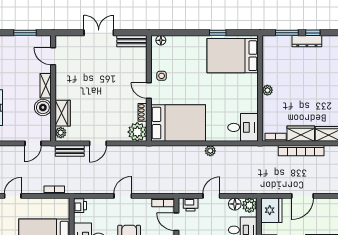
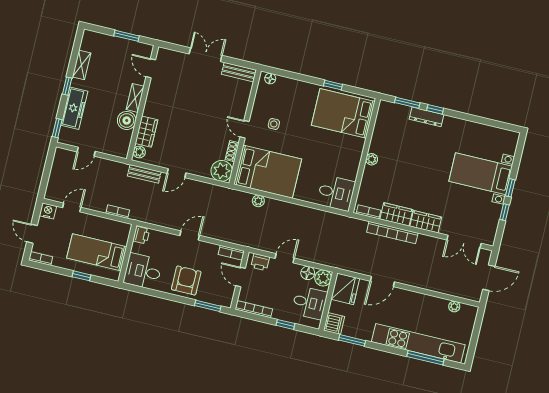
side table: (162, 76) -> (274, 124), moved
door: (33, 143) -> (86, 152), moved
plant: (210, 151) -> (258, 201), moved

